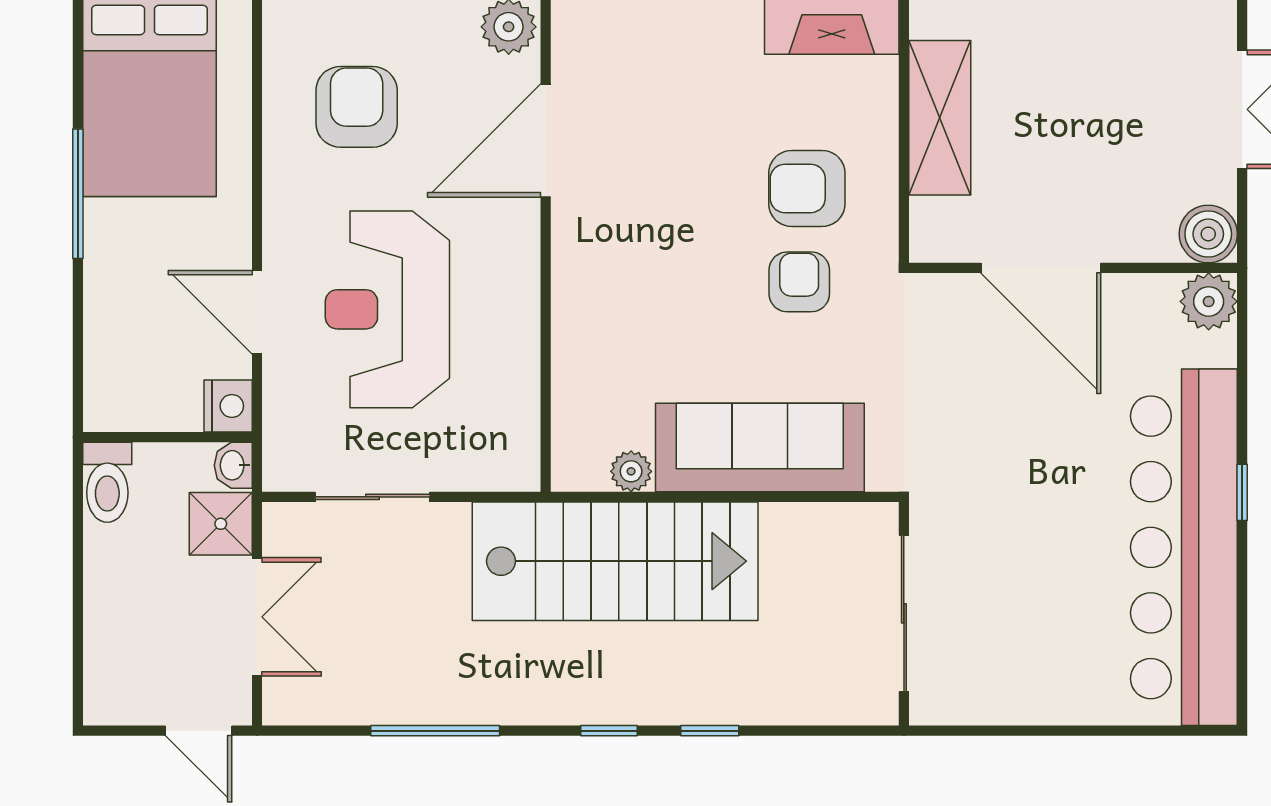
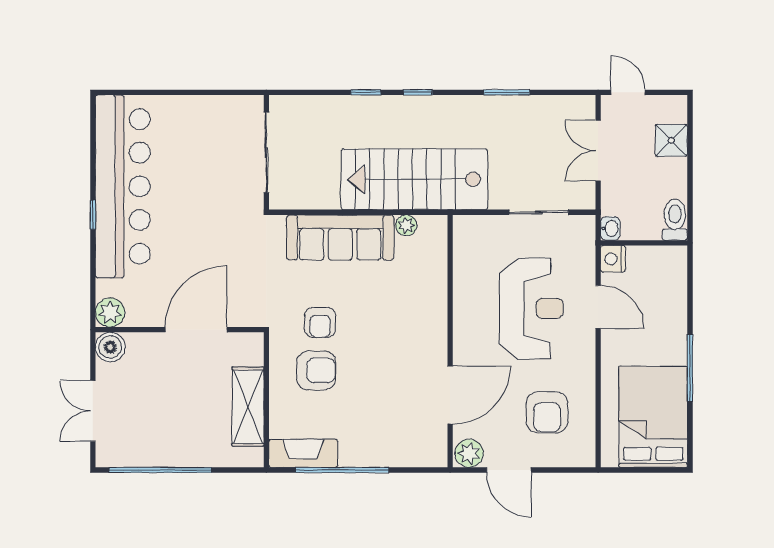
door: (1041, 268) -> (196, 330), hinge flipped
shower: (221, 524) -> (671, 140), moved
window: (435, 731) -> (507, 92), width x0.69

